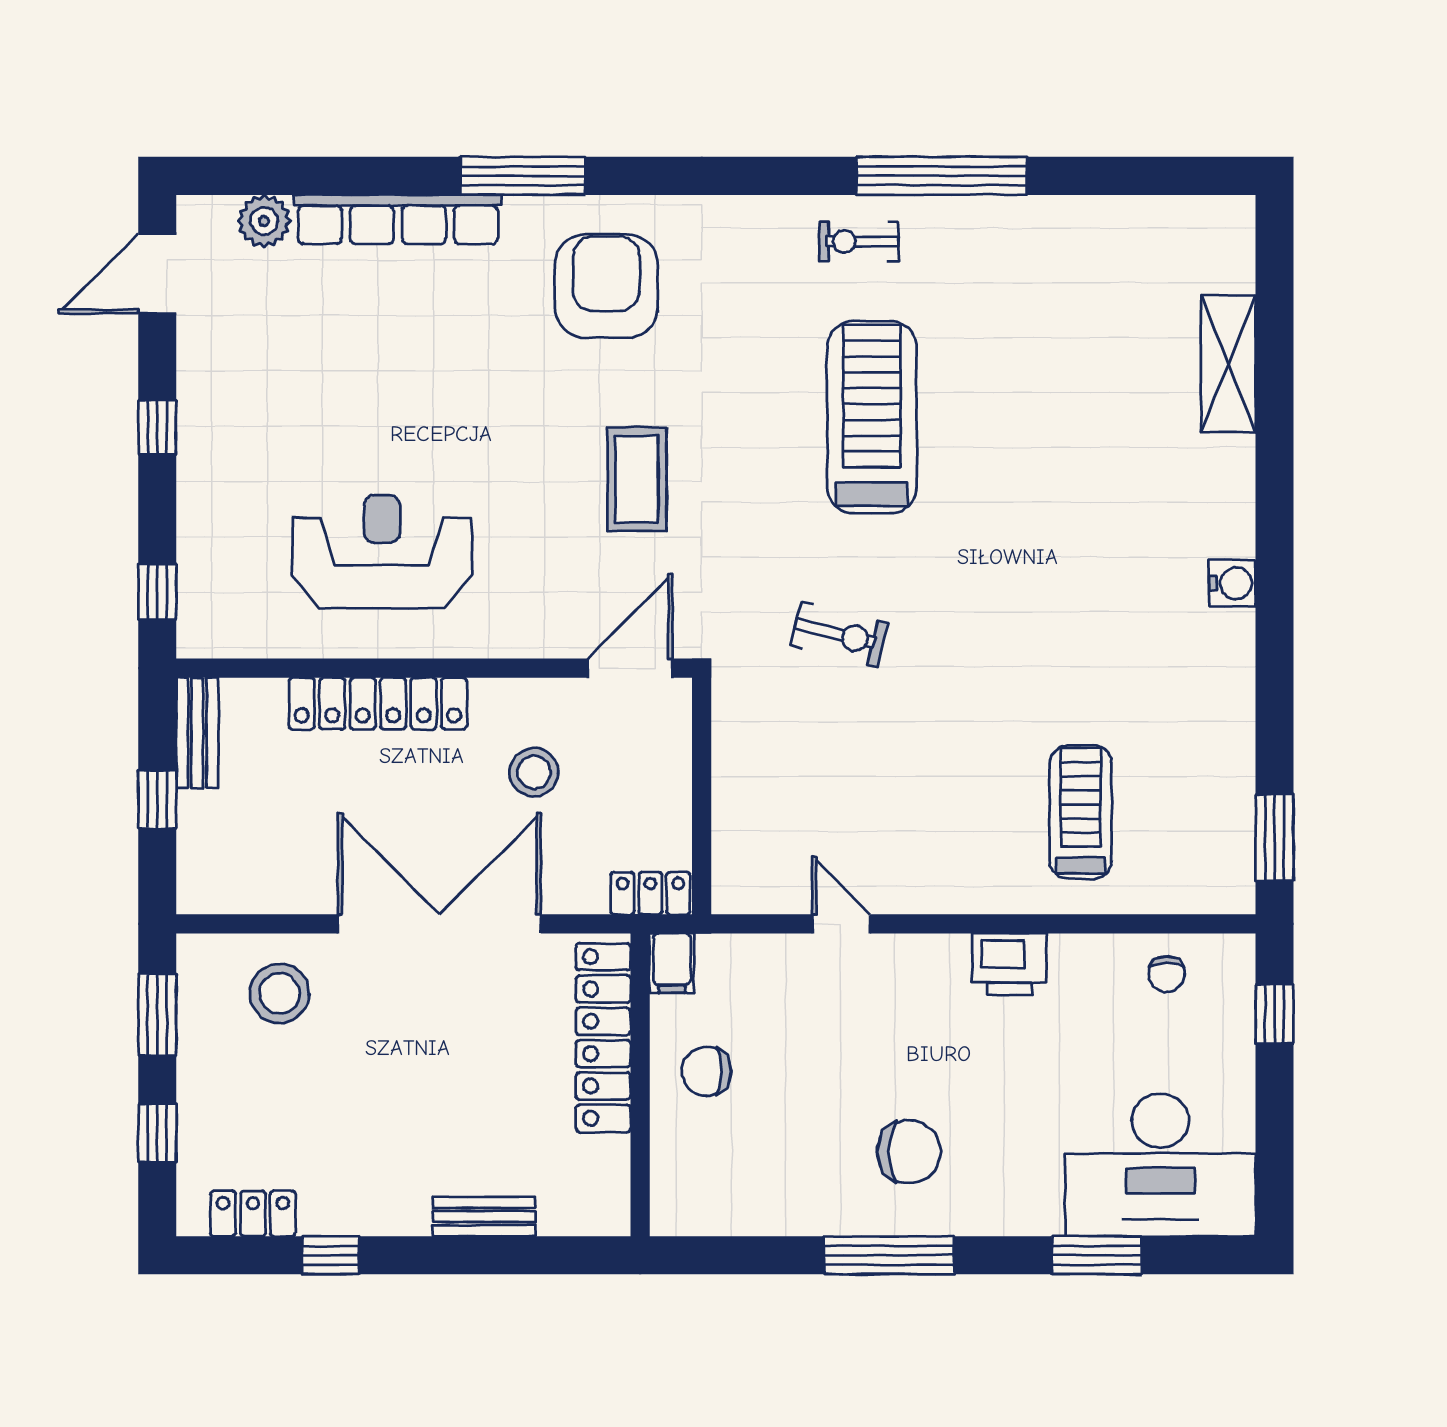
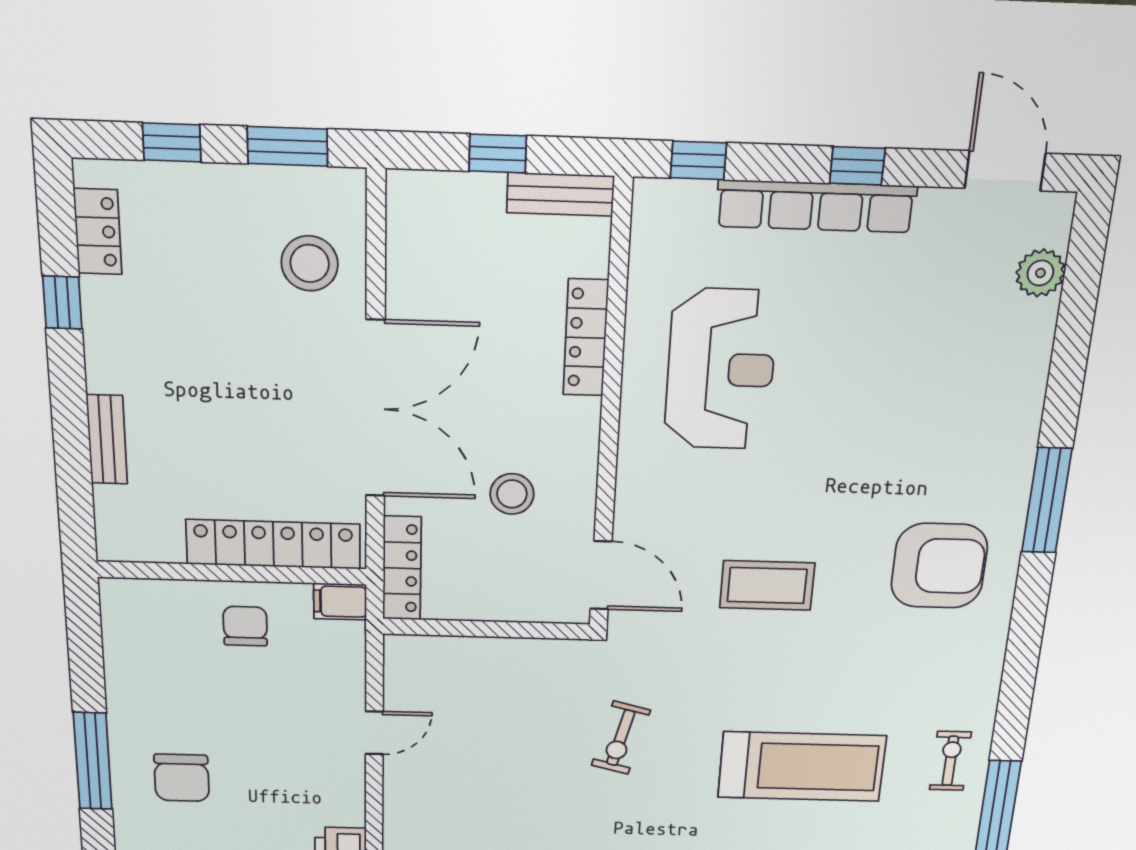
row of seats: (398, 219) -> (816, 206), moved, turned -90
locker: (378, 704) -> (586, 338), width x0.71, depth x0.83
locker: (650, 893) -> (402, 568), width x1.53

